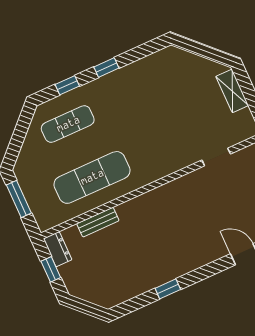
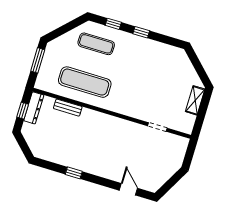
dresser: (58, 249) -> (34, 108), width x1.44

